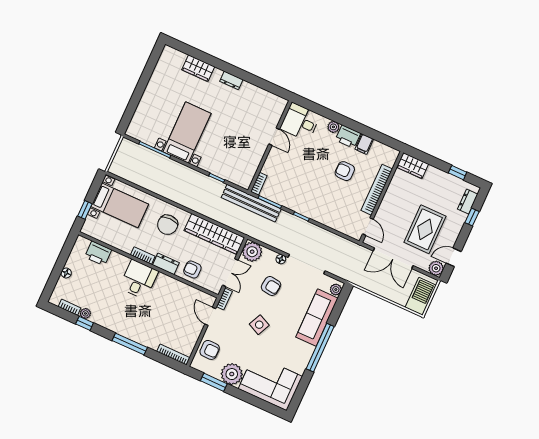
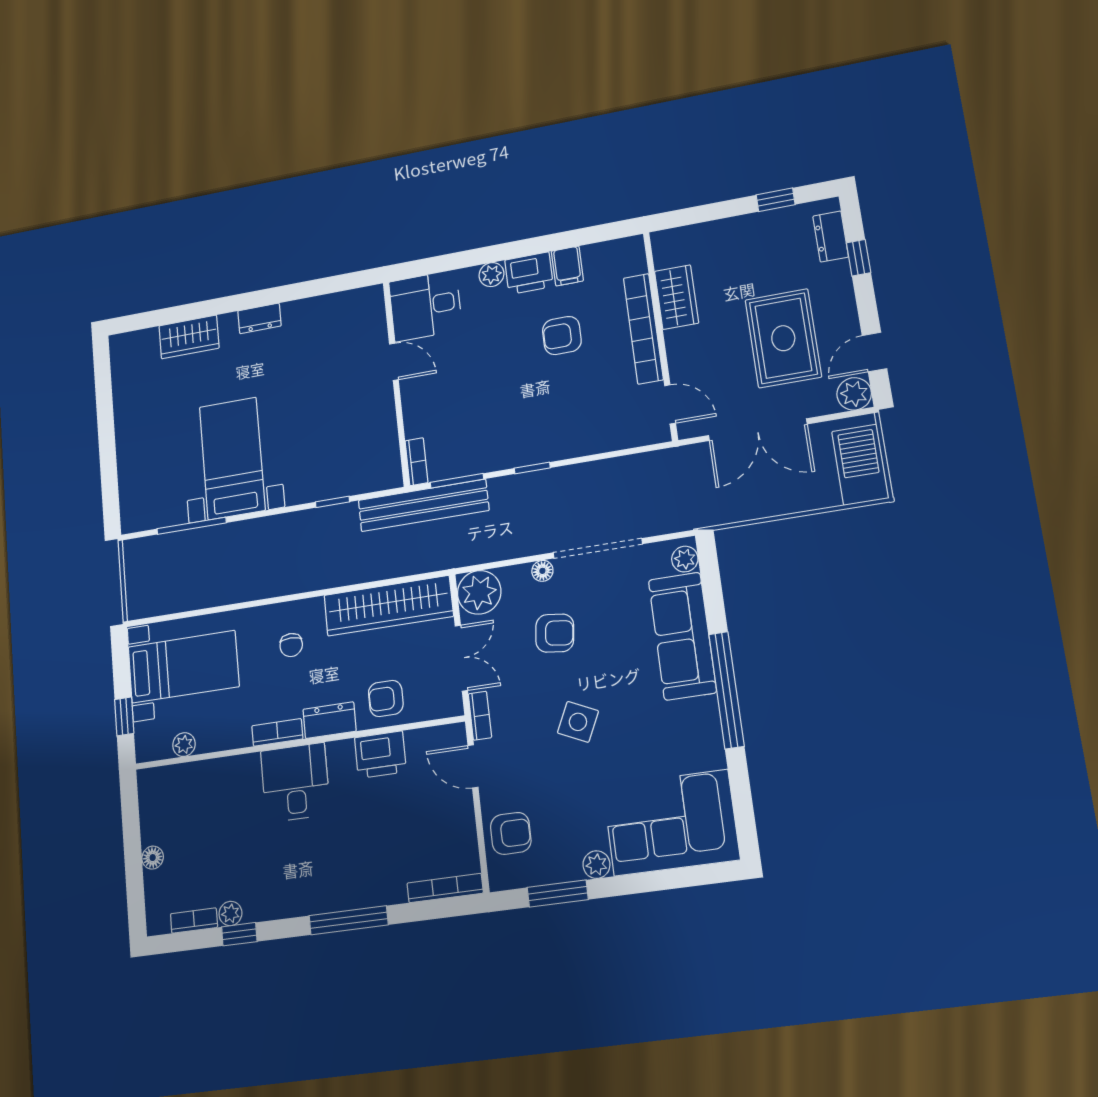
wardrobe: (413, 166) -> (677, 297), moved, turned -90
chair: (168, 225) -> (291, 645), width x0.54, depth x0.54
plant: (103, 237) -> (184, 745), added
printer: (98, 253) -> (380, 755), moved
plant: (232, 374) -> (596, 865), width x0.53, depth x0.53

